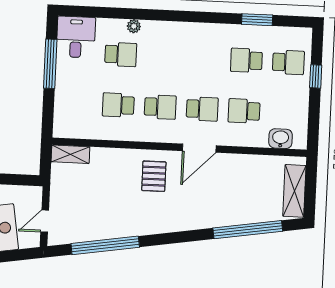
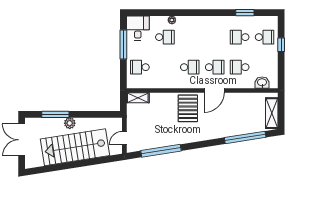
school desk: (118, 105) -> (140, 67), moved
pallet: (154, 176) -> (188, 108), width x1.50, depth x1.42

